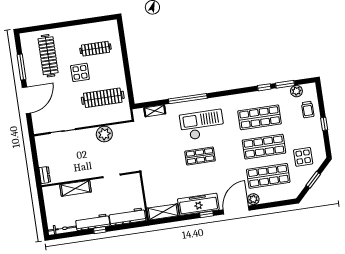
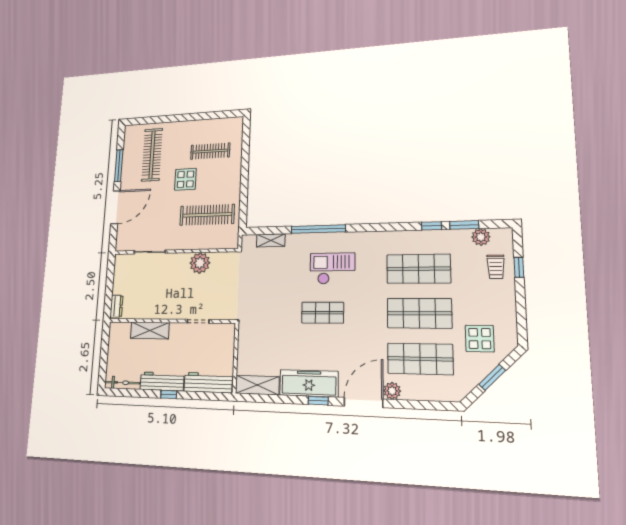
window: (324, 124) -> (519, 267), moved
checkout: (202, 125) -> (332, 268), width x0.73, depth x0.83

